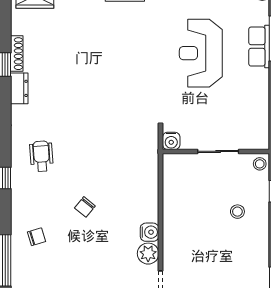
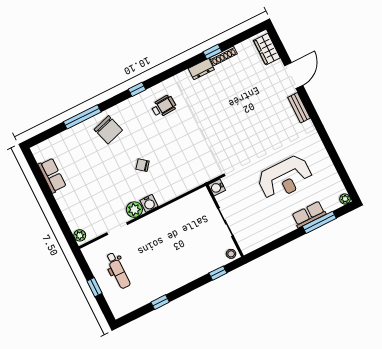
reception desk: (201, 53) -> (285, 178), turned 180
chair: (85, 207) -> (143, 165), moved
stool: (237, 212) -> (192, 255), removed
chair: (36, 237) -> (108, 130), width x1.87, depth x1.87

